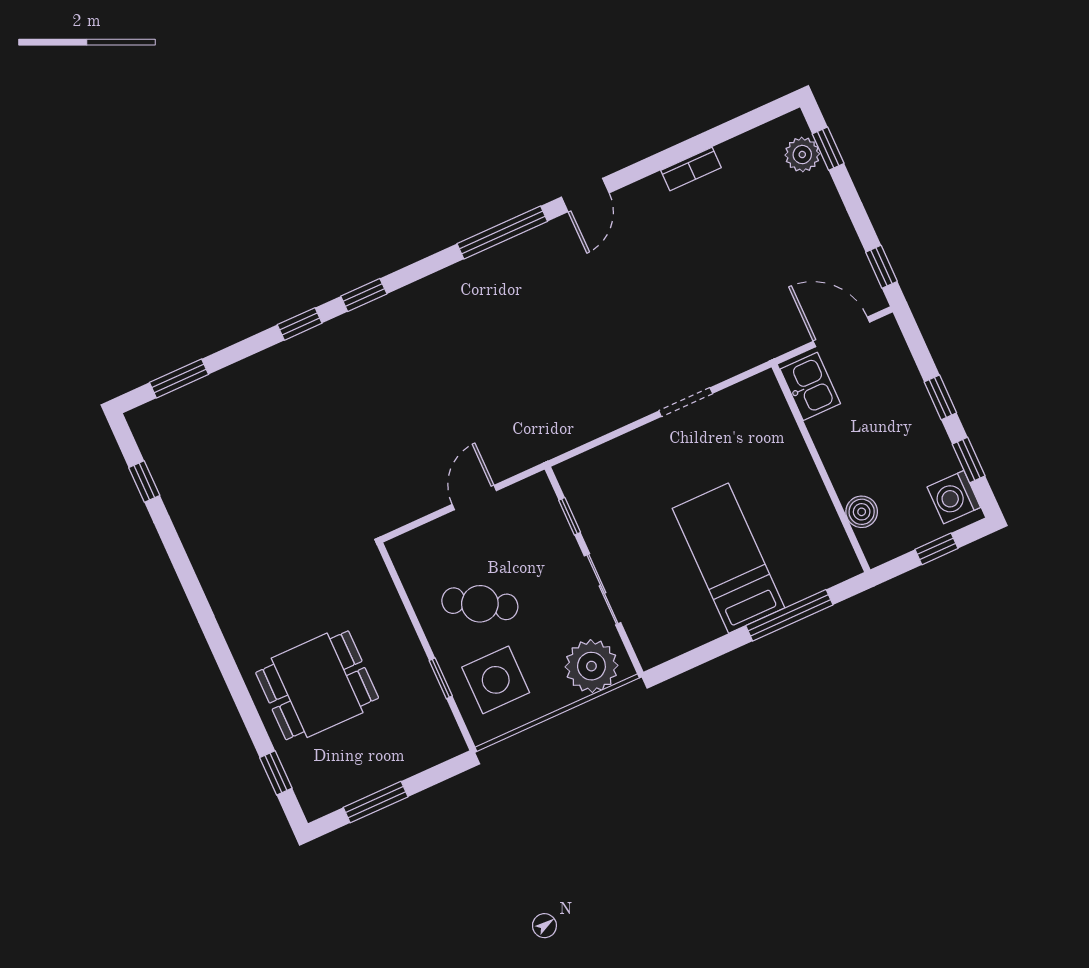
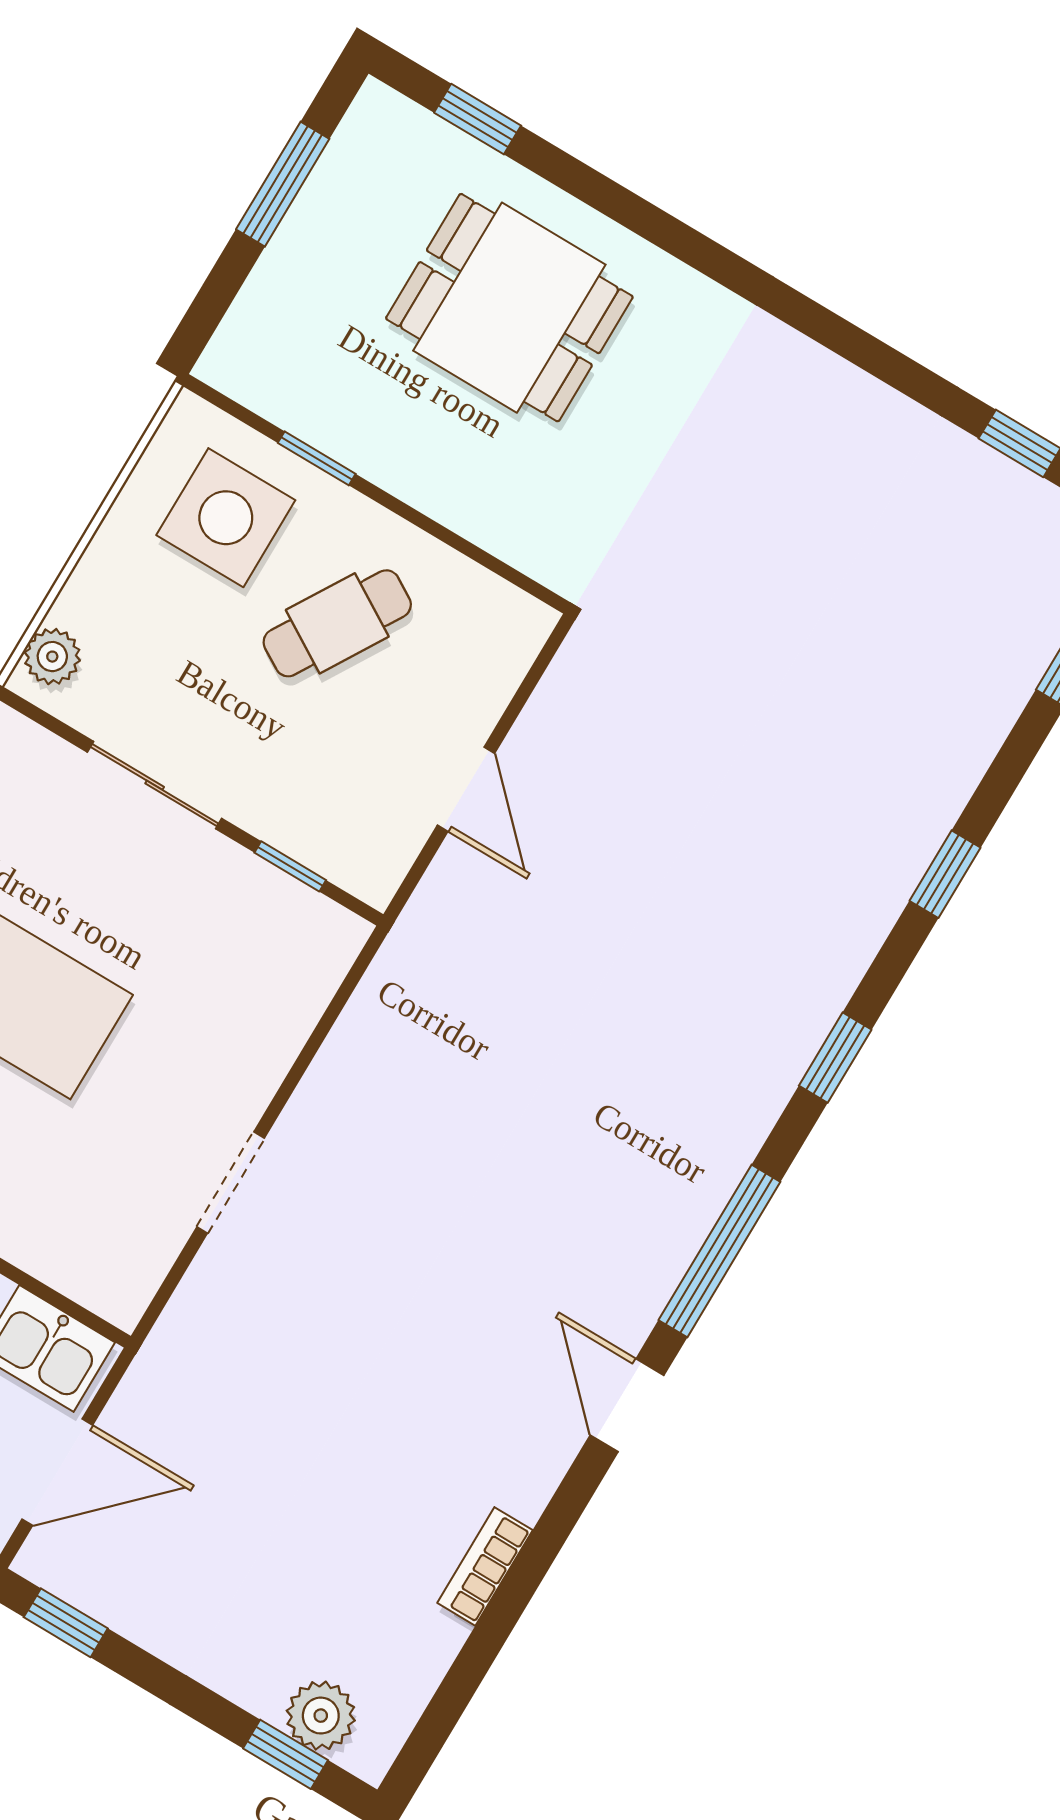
window: (364, 295) -> (835, 1058), moved
plant: (591, 666) -> (52, 657), width x0.53, depth x0.53
dining table: (317, 685) -> (509, 308), turned 90

